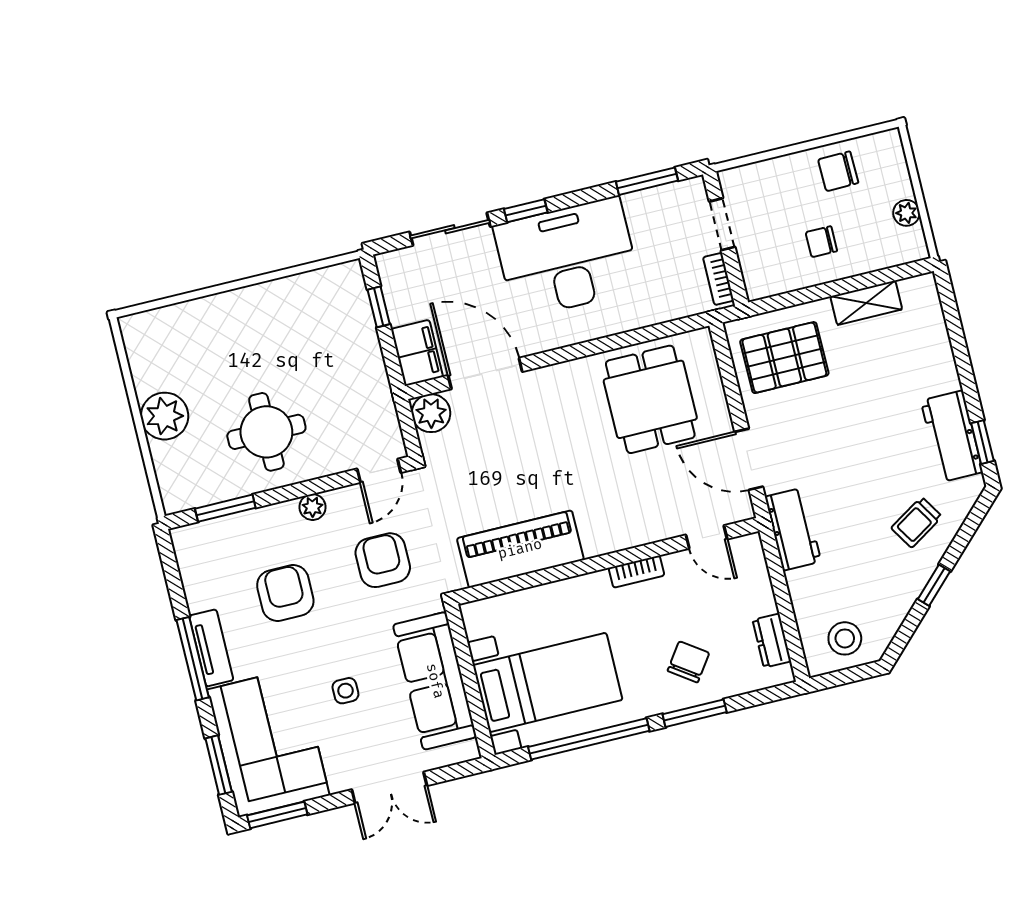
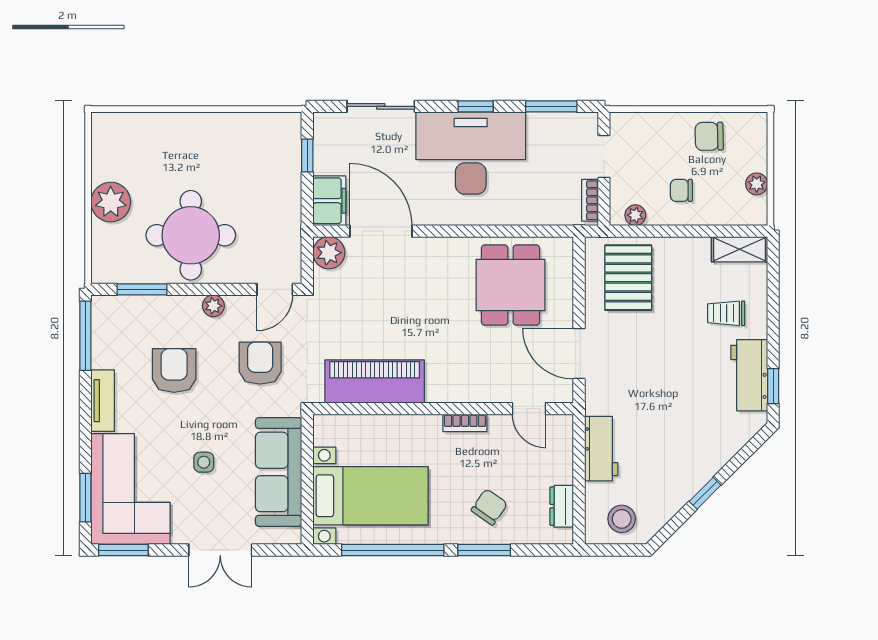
window: (526, 211) -> (476, 106), moved
plant: (775, 283) -> (635, 215), added
shelving: (866, 303) -> (739, 249), moved
pallet: (784, 358) -> (628, 278), turned 90
round table: (266, 432) -> (191, 235), width x1.36, depth x1.36
trolley: (917, 522) -> (726, 313), moved, turned 32
workbench: (793, 529) -> (601, 449), moved
window: (193, 659) -> (85, 336), moved

